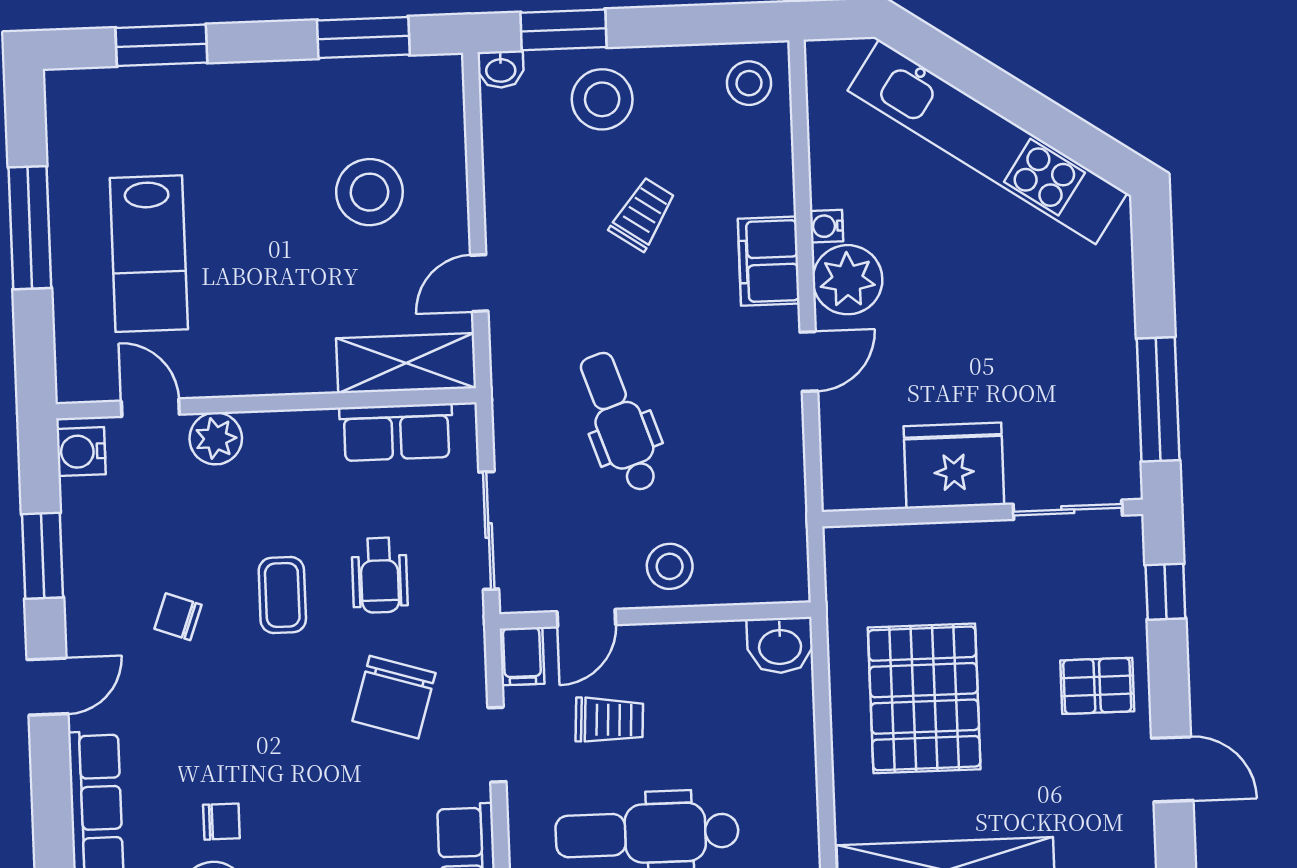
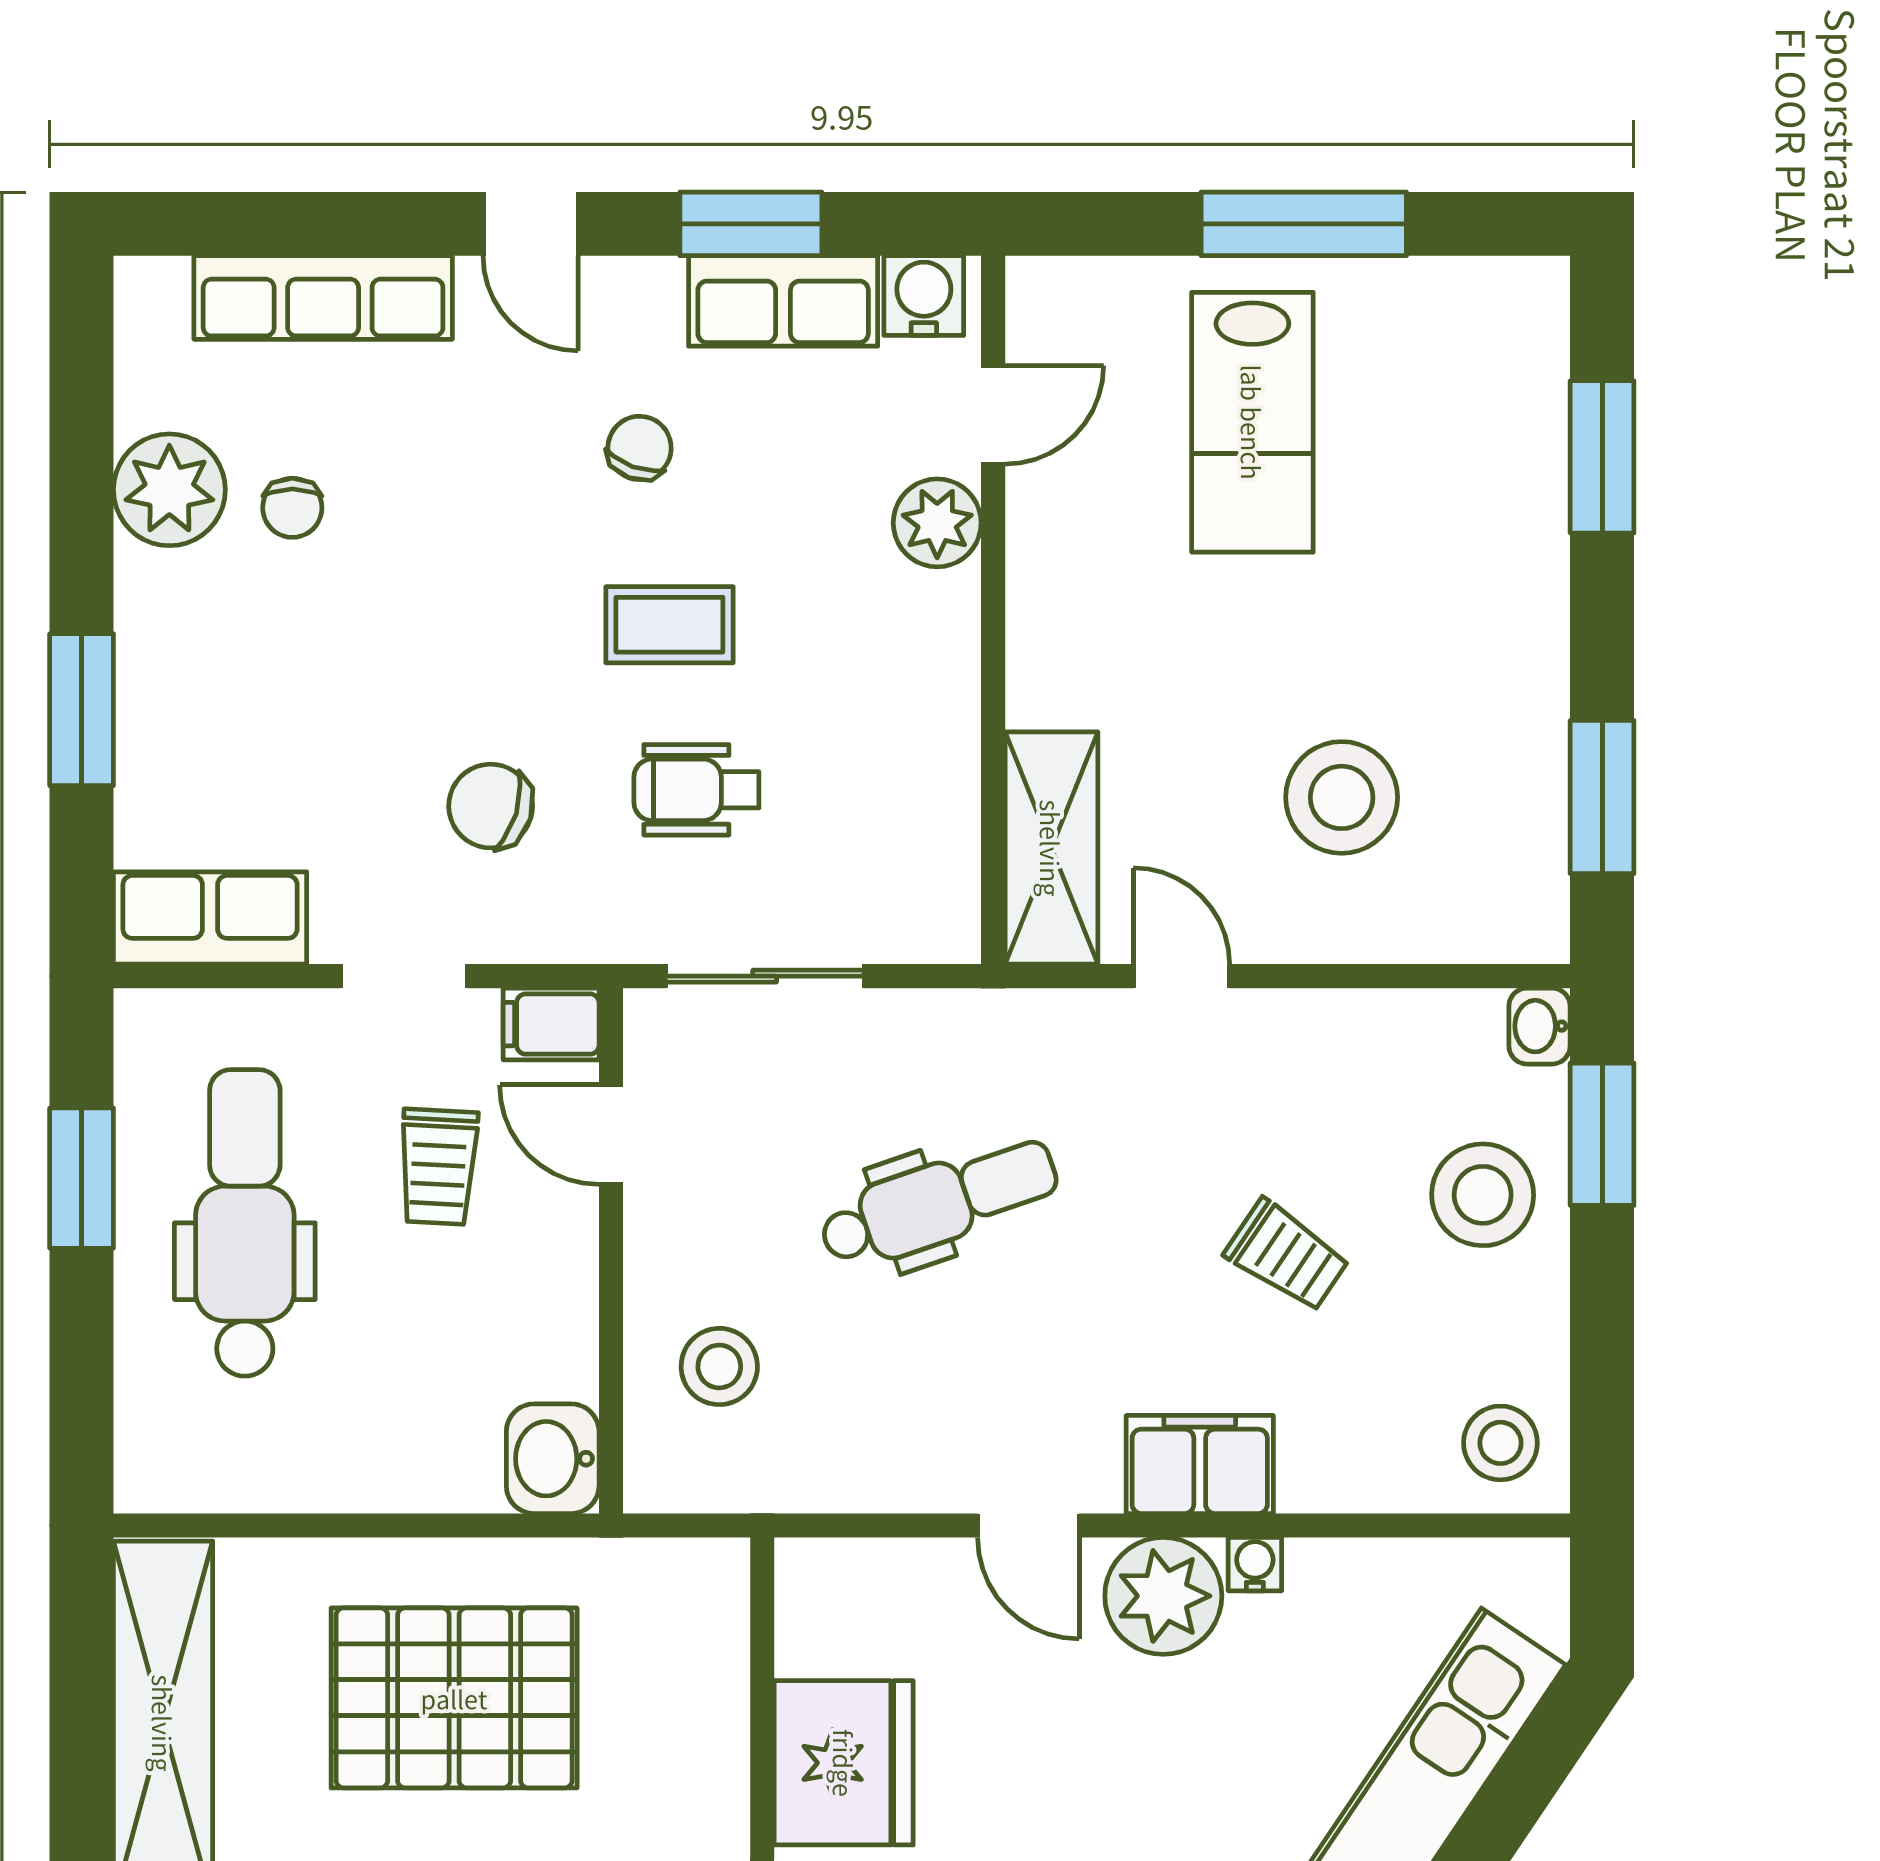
lab bench: (149, 254) -> (1252, 422), turned -90
row of seats: (396, 432) -> (783, 301), moved, turned -90
stool: (670, 566) -> (719, 1366), moved
chair: (394, 697) -> (491, 806), width x0.73, depth x0.73

